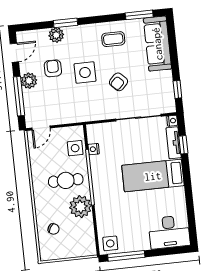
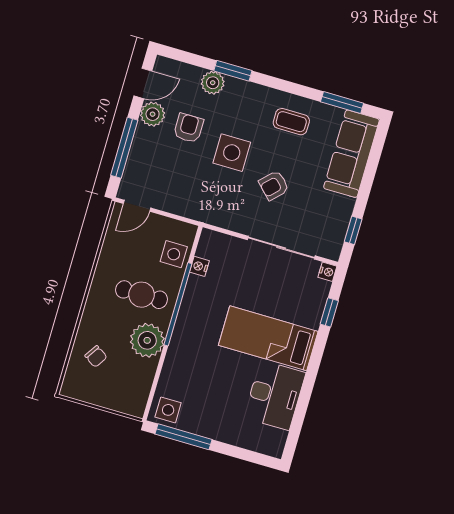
plant: (29, 81) -> (153, 114), moved
tv unit: (174, 143) -> (316, 304), removed
desk: (169, 232) -> (275, 395), moved, turned -90

